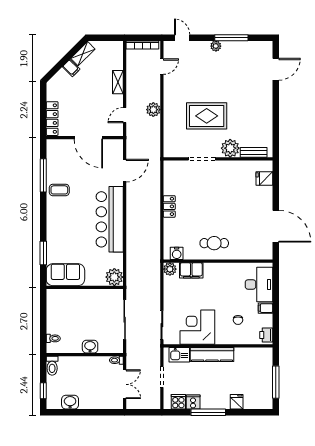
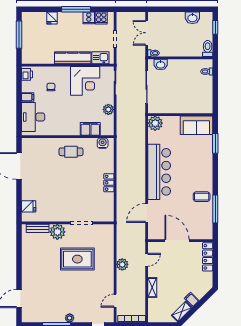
plant: (170, 269) -> (108, 109), moved
washbasin: (90, 347) -> (161, 65), moved

